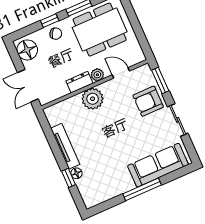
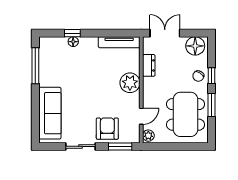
plant: (97, 75) -> (148, 136), moved
dresser: (79, 82) -> (149, 65), moved
tv unit: (65, 146) -> (119, 42), moved
window: (142, 189) -> (35, 66), moved

